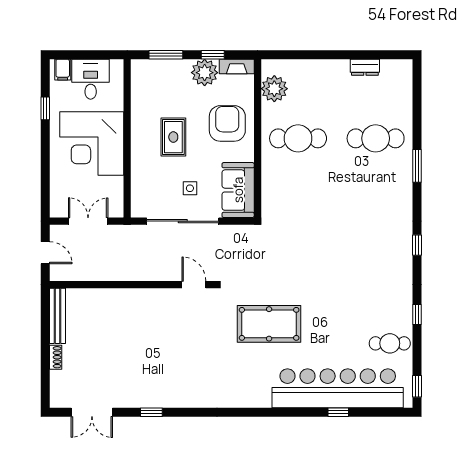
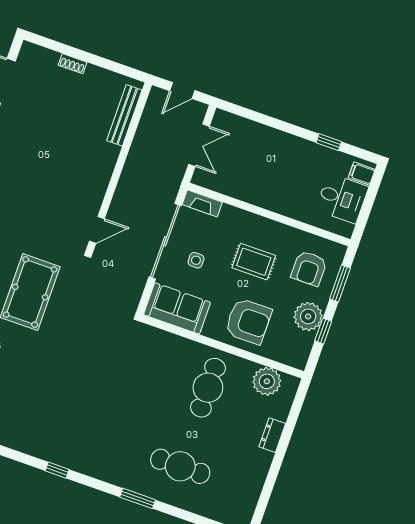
fireplace: (237, 67) -> (202, 203), moved, turned -90
dresser: (365, 67) -> (272, 435), moved
armchair: (162, 87) -> (309, 268), added
cafe table: (376, 138) -> (180, 466), turned 90
corner desk: (92, 144) -> (276, 177), removed
bench: (58, 316) -> (124, 115), moved, turned 90

